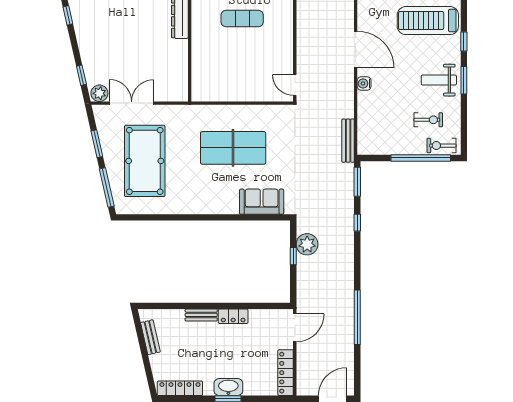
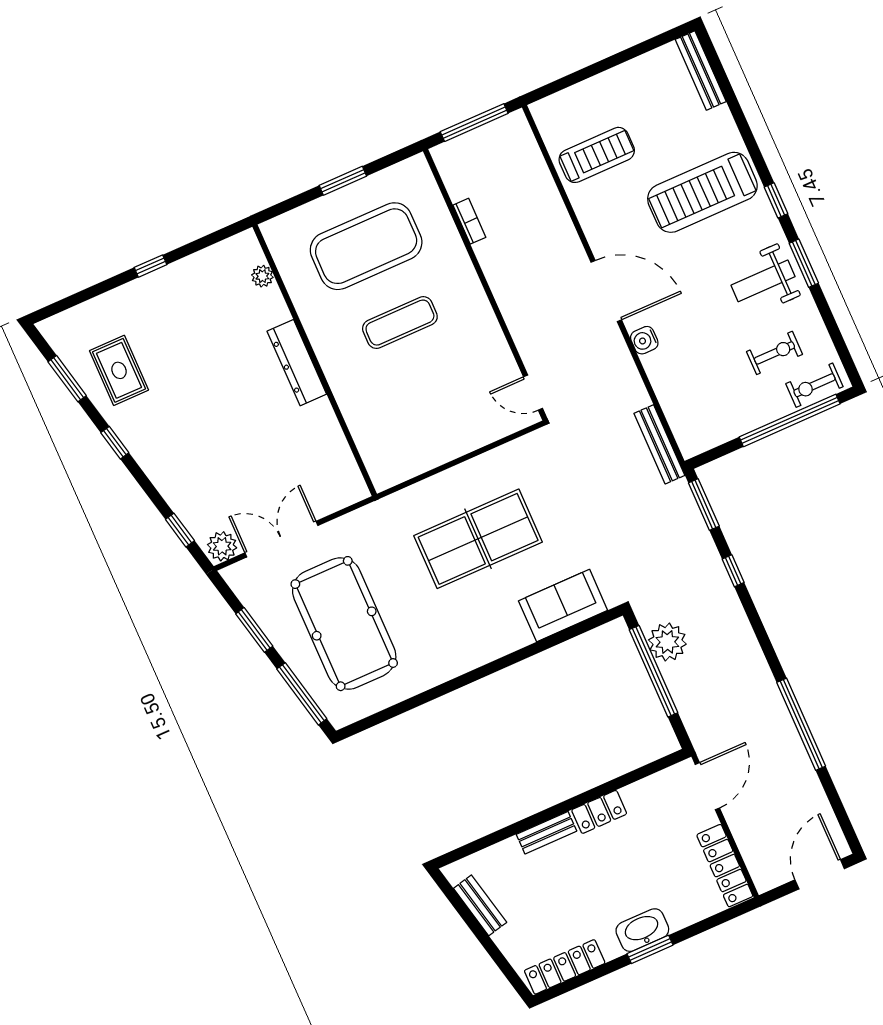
window: (293, 256) -> (654, 671), width x3.17

